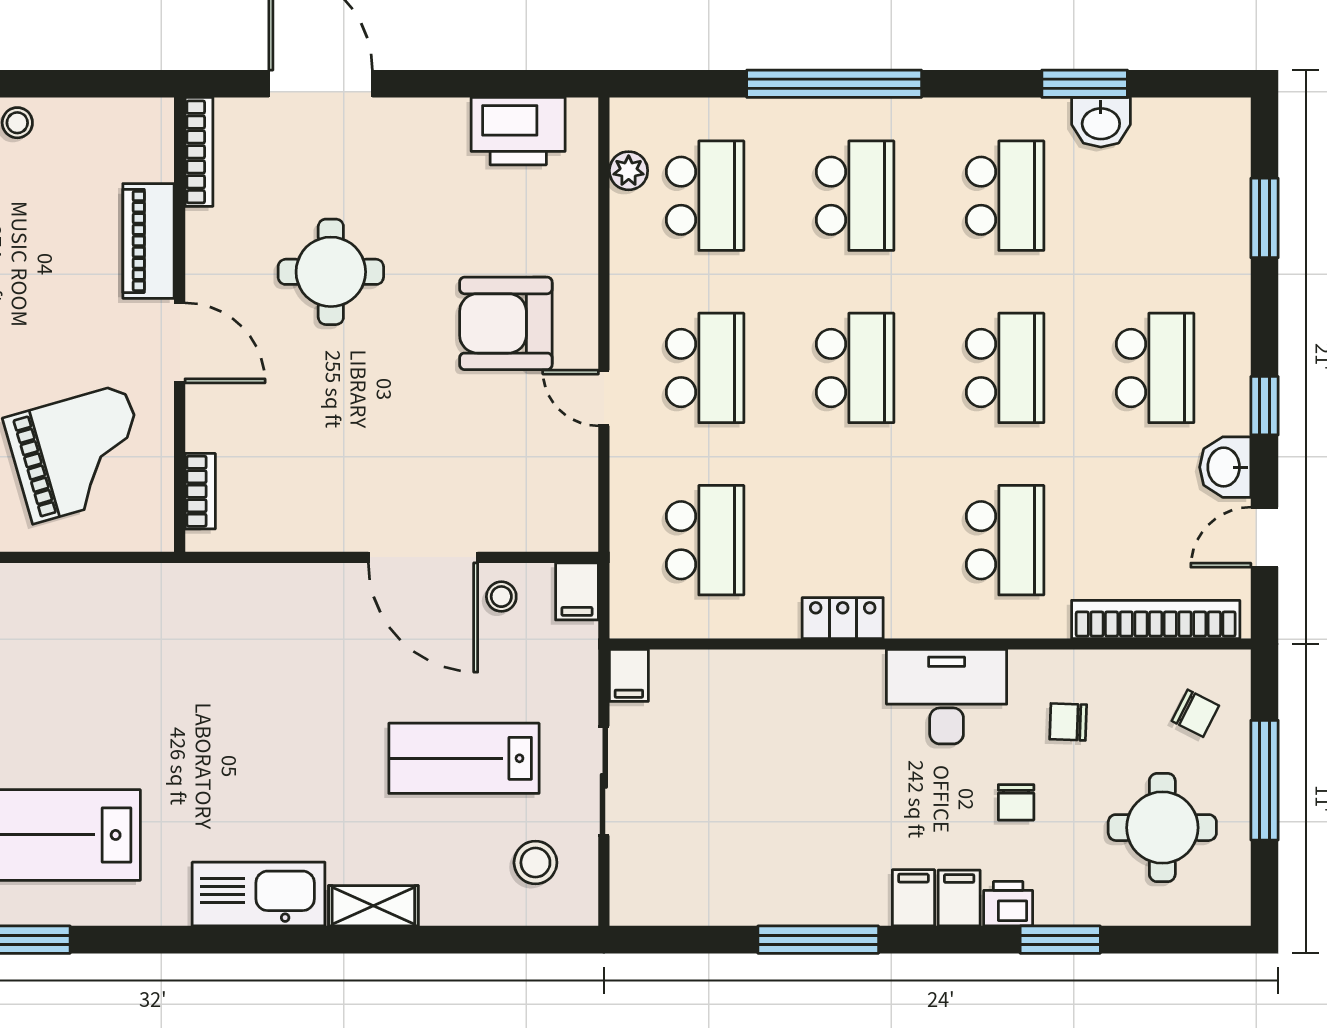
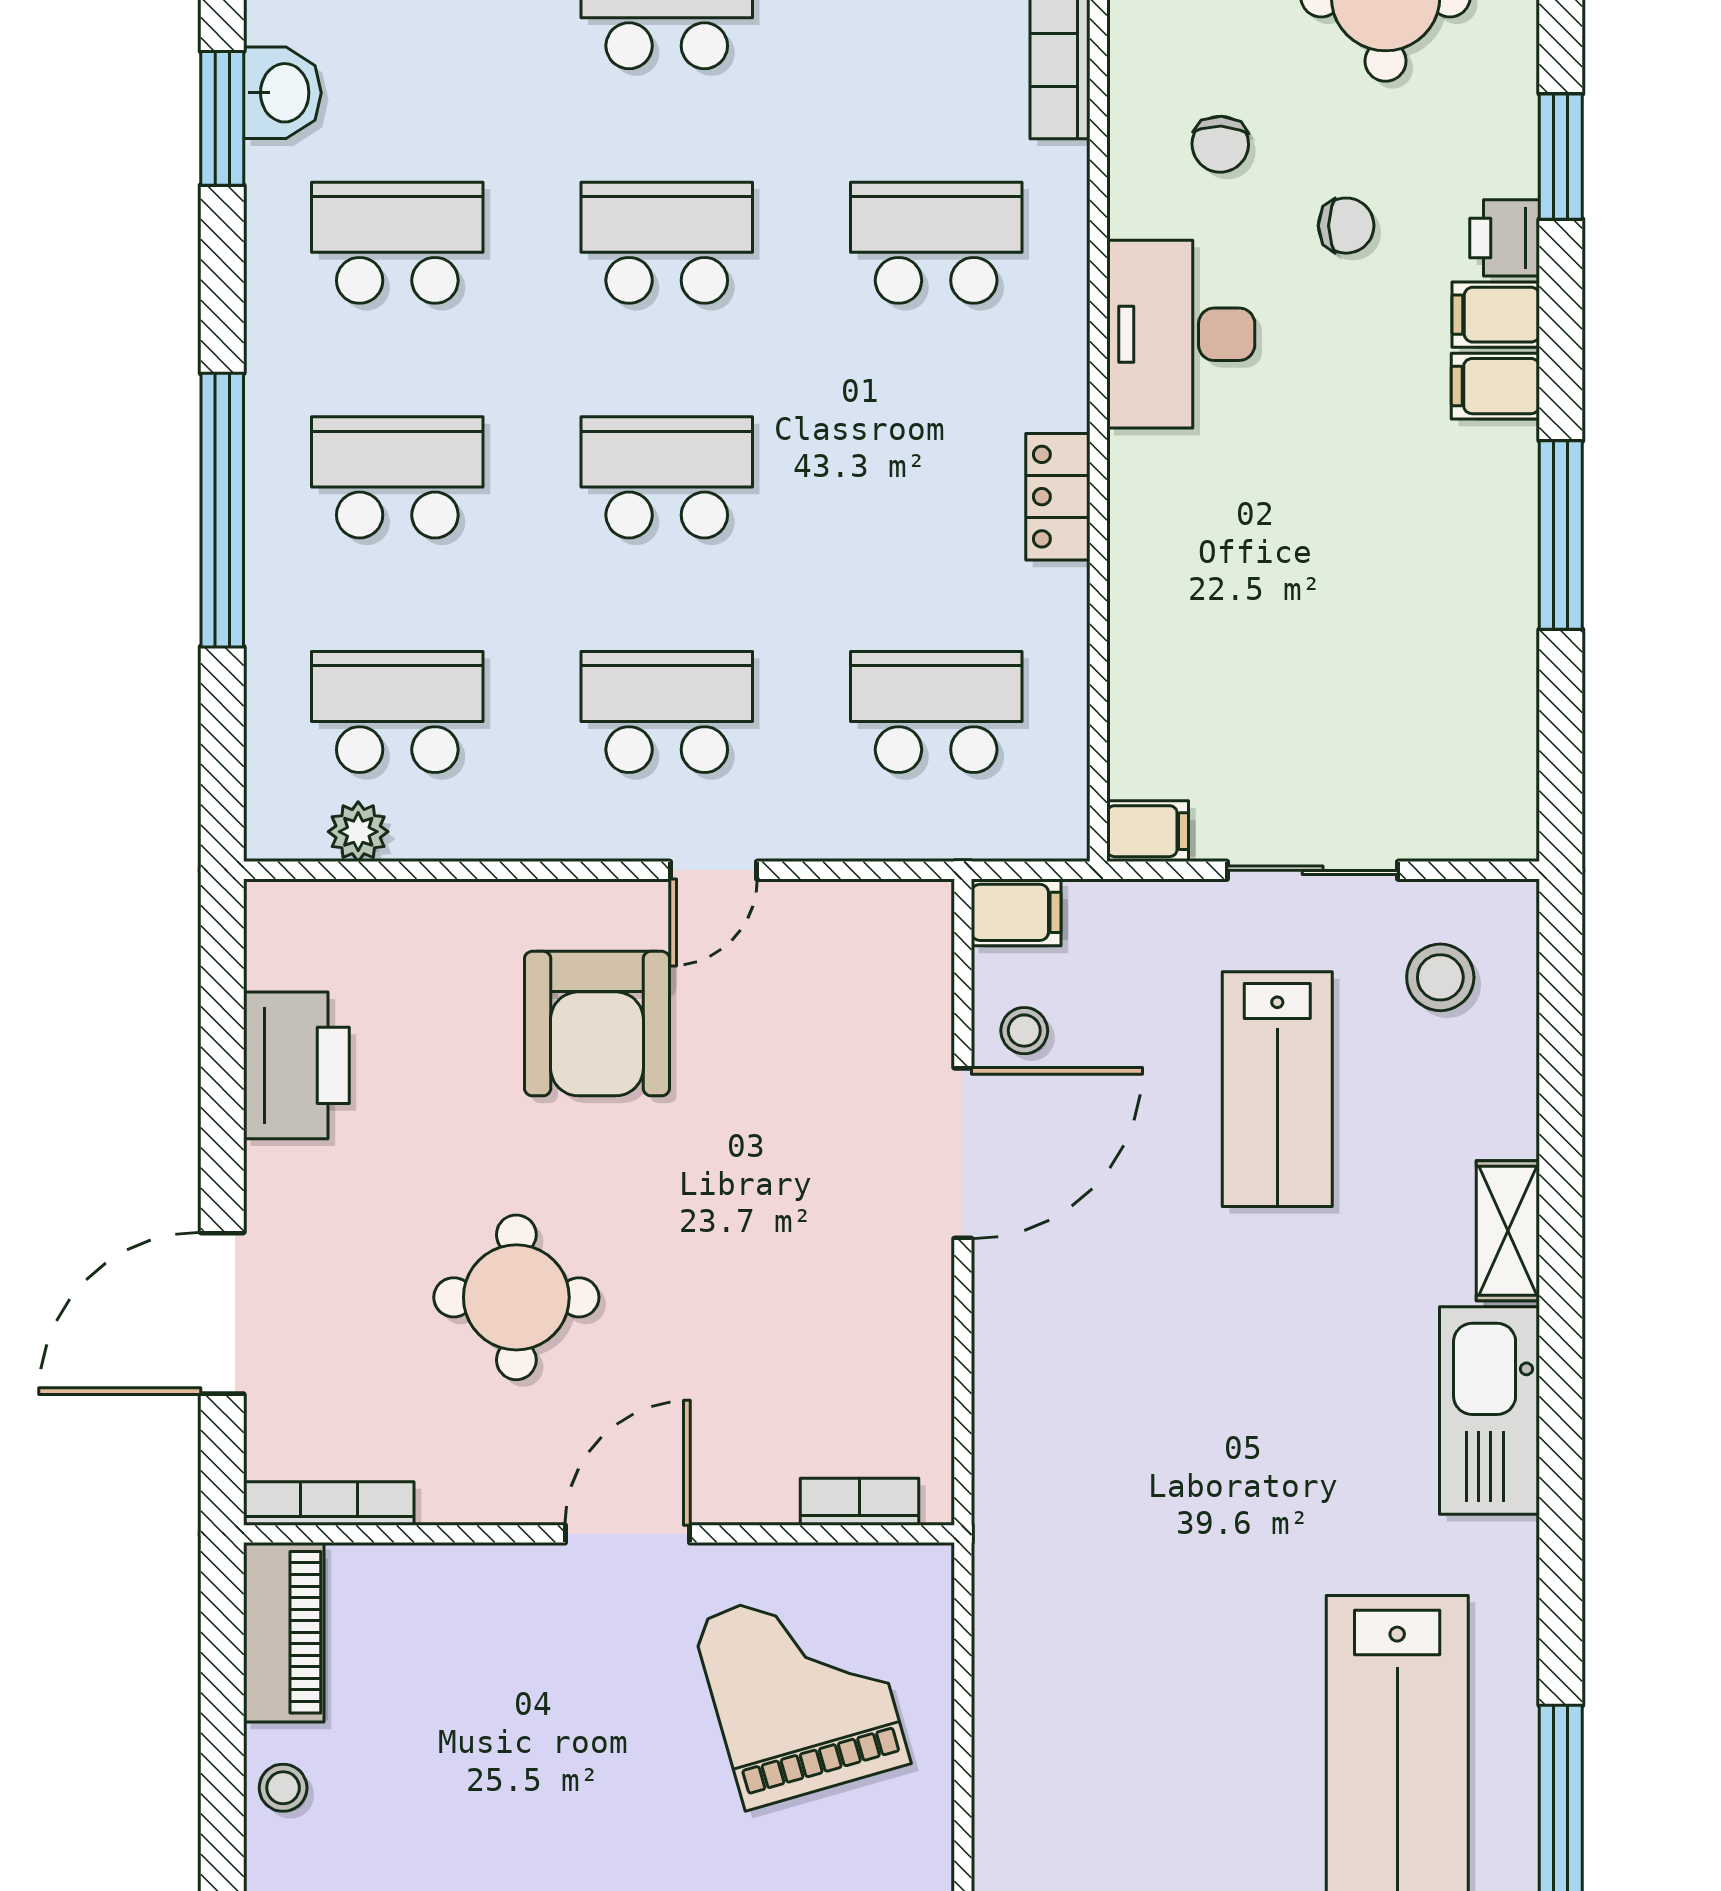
printer: (518, 131) -> (296, 1065), moved
piano: (148, 241) -> (284, 1632), moved, turned -90

